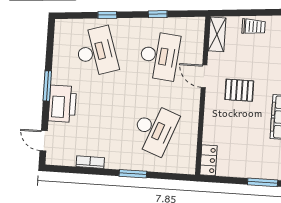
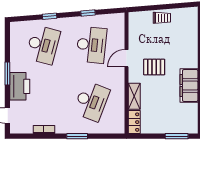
shelving: (217, 34) -> (134, 96), moved
desk: (96, 52) -> (43, 45), turned 33
door: (204, 76) -> (127, 58), hinge flipped

